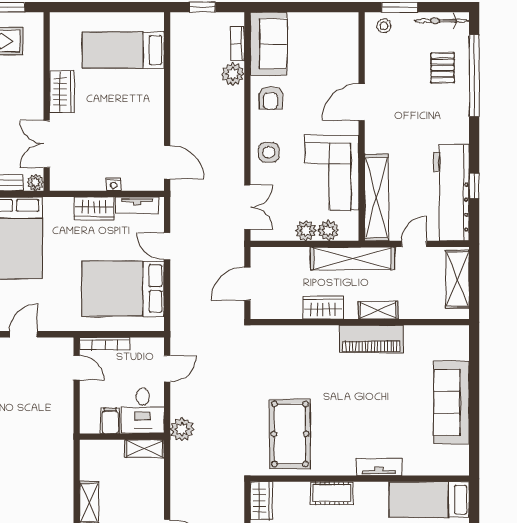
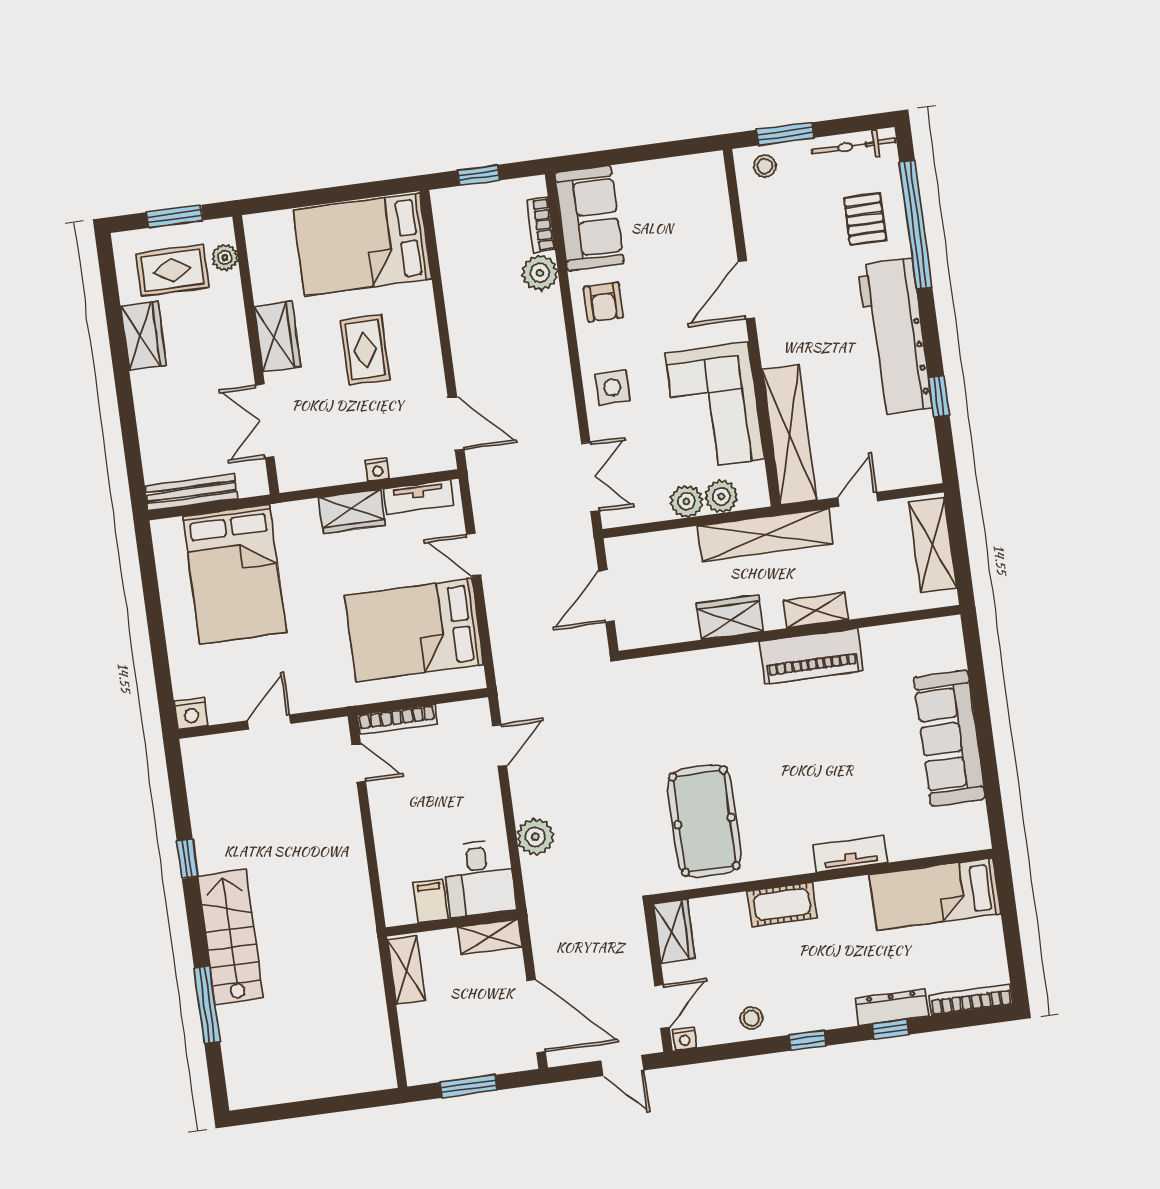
bed: (123, 50) -> (362, 244), width x1.50
rug: (116, 108) -> (365, 350), added
plant: (35, 182) -> (225, 257), moved
workbench: (451, 193) -> (895, 336), moved
desk: (143, 411) -> (479, 878), moved
filing cabinet: (110, 421) -> (431, 901), moved
wall: (122, 437) -> (452, 923), moved
shelving: (144, 448) -> (489, 937), moved

